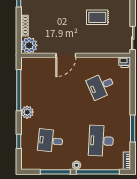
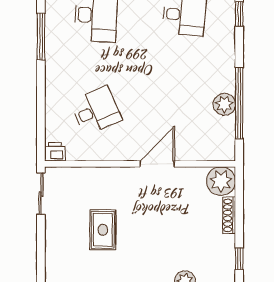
rug: (97, 17) -> (103, 230), turned 90
plant: (27, 112) -> (224, 104), moved

